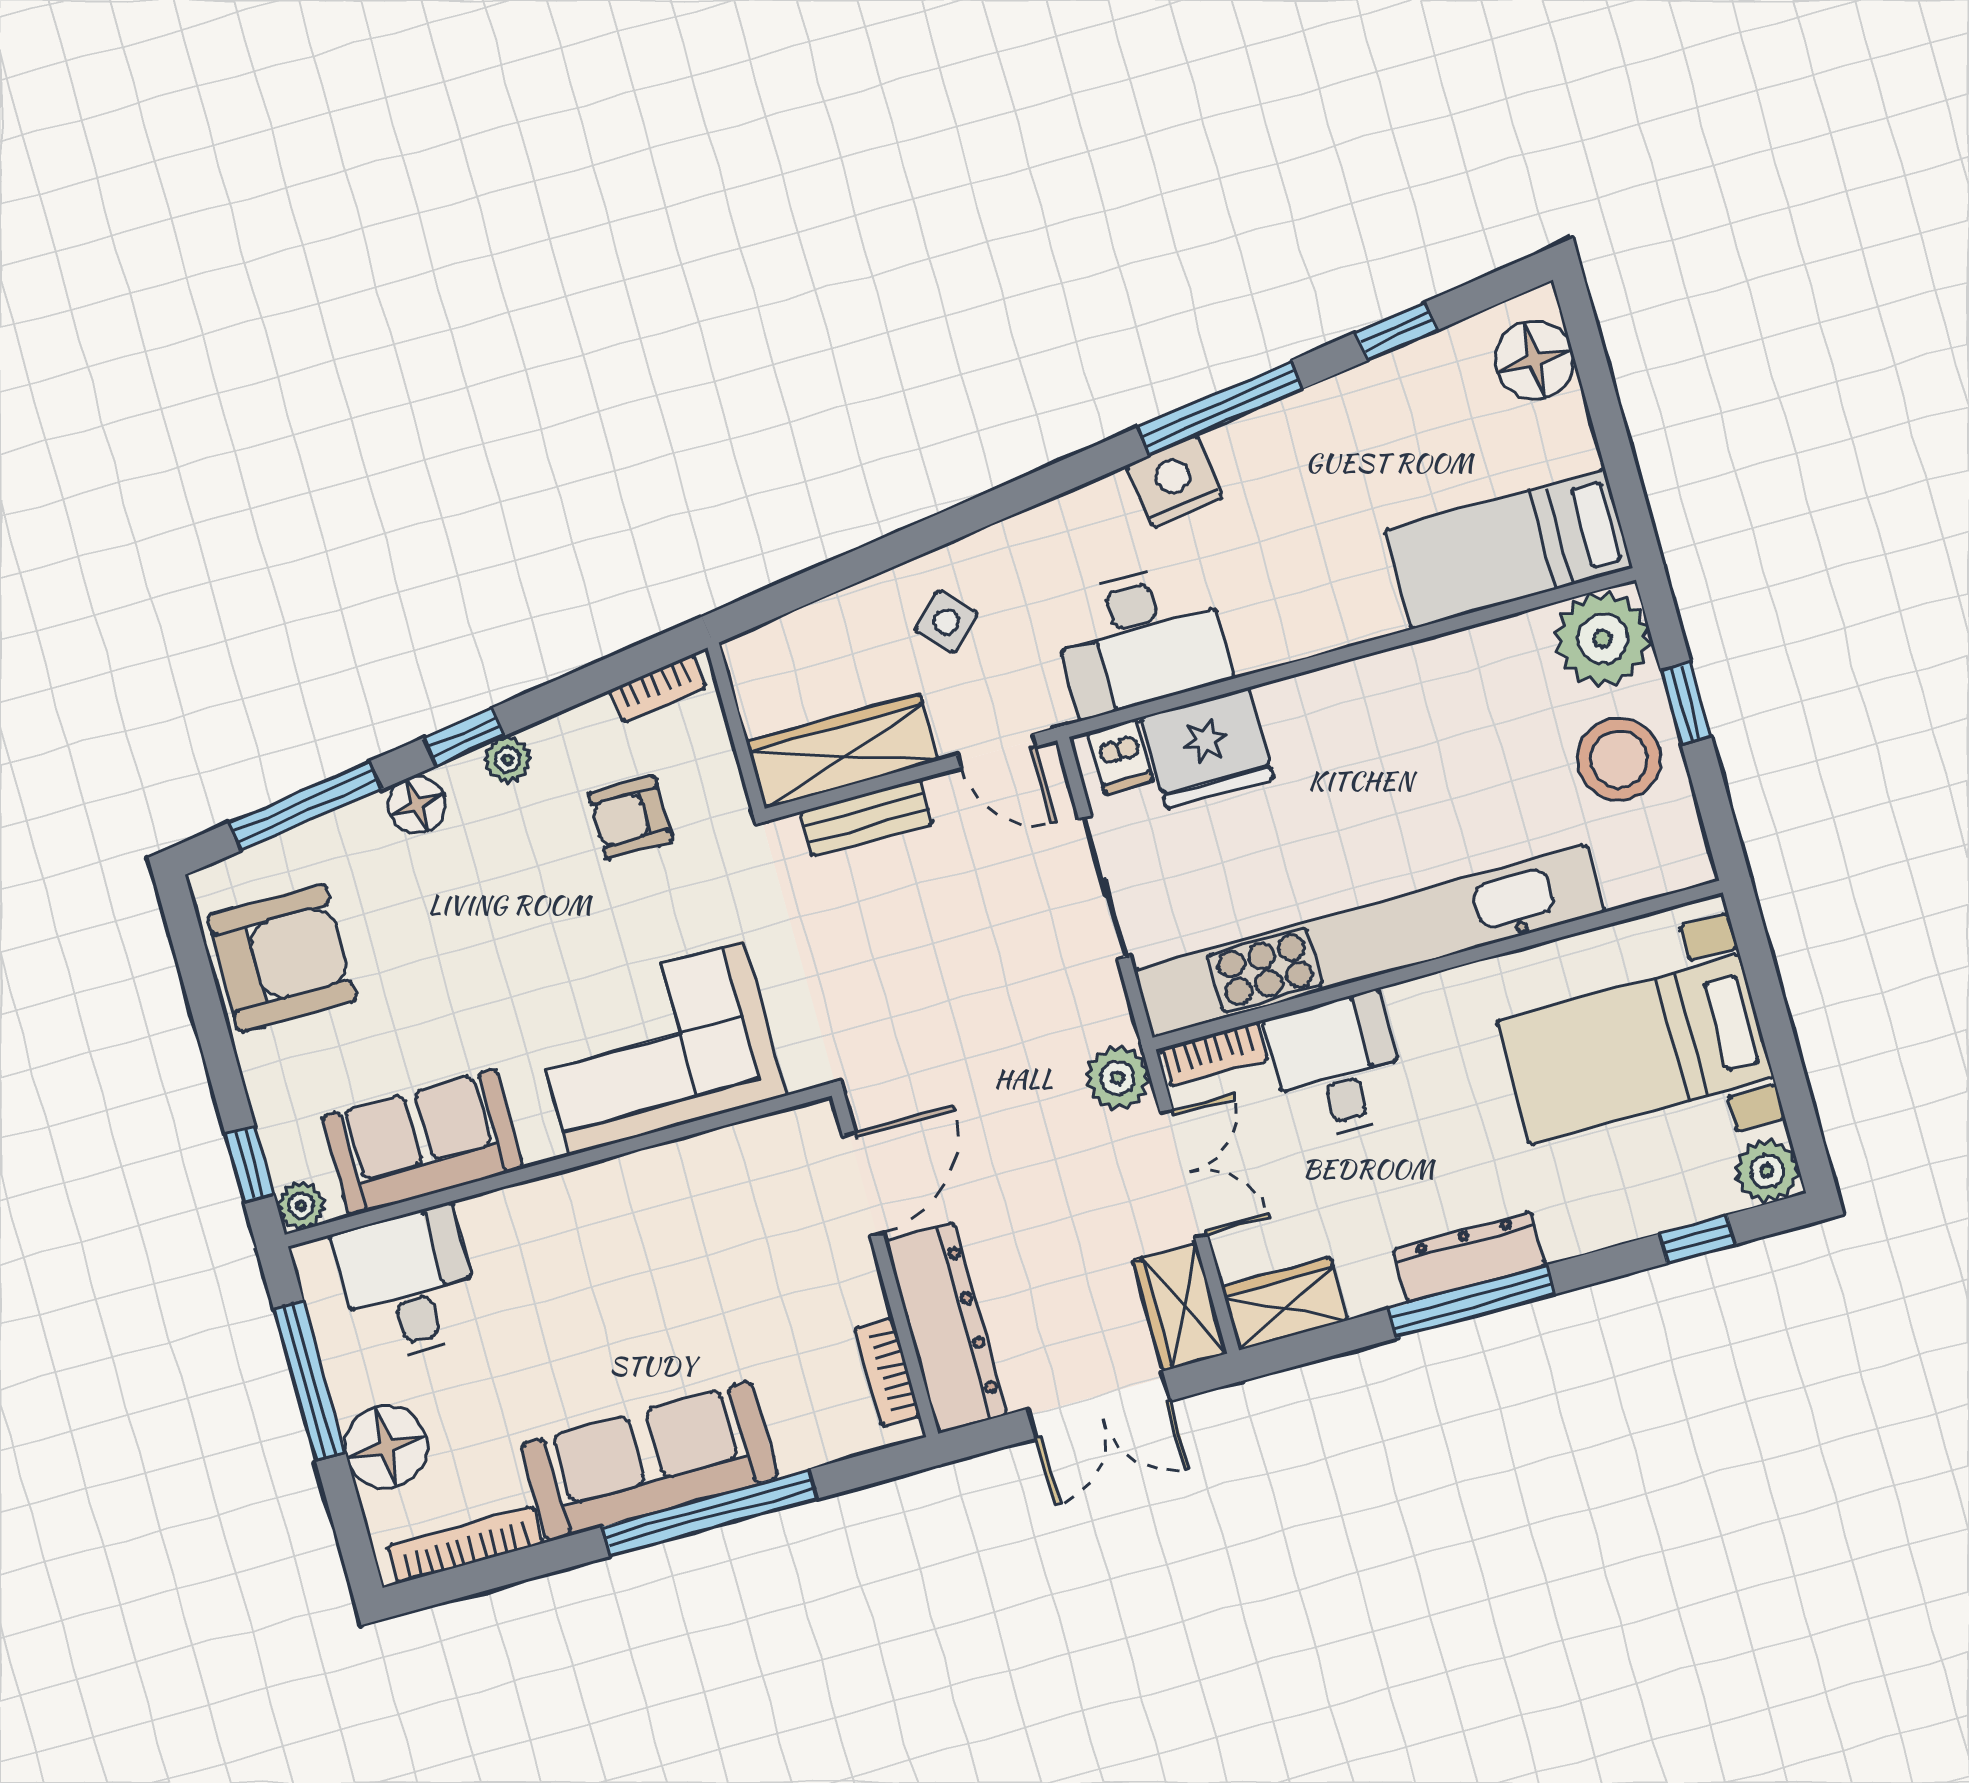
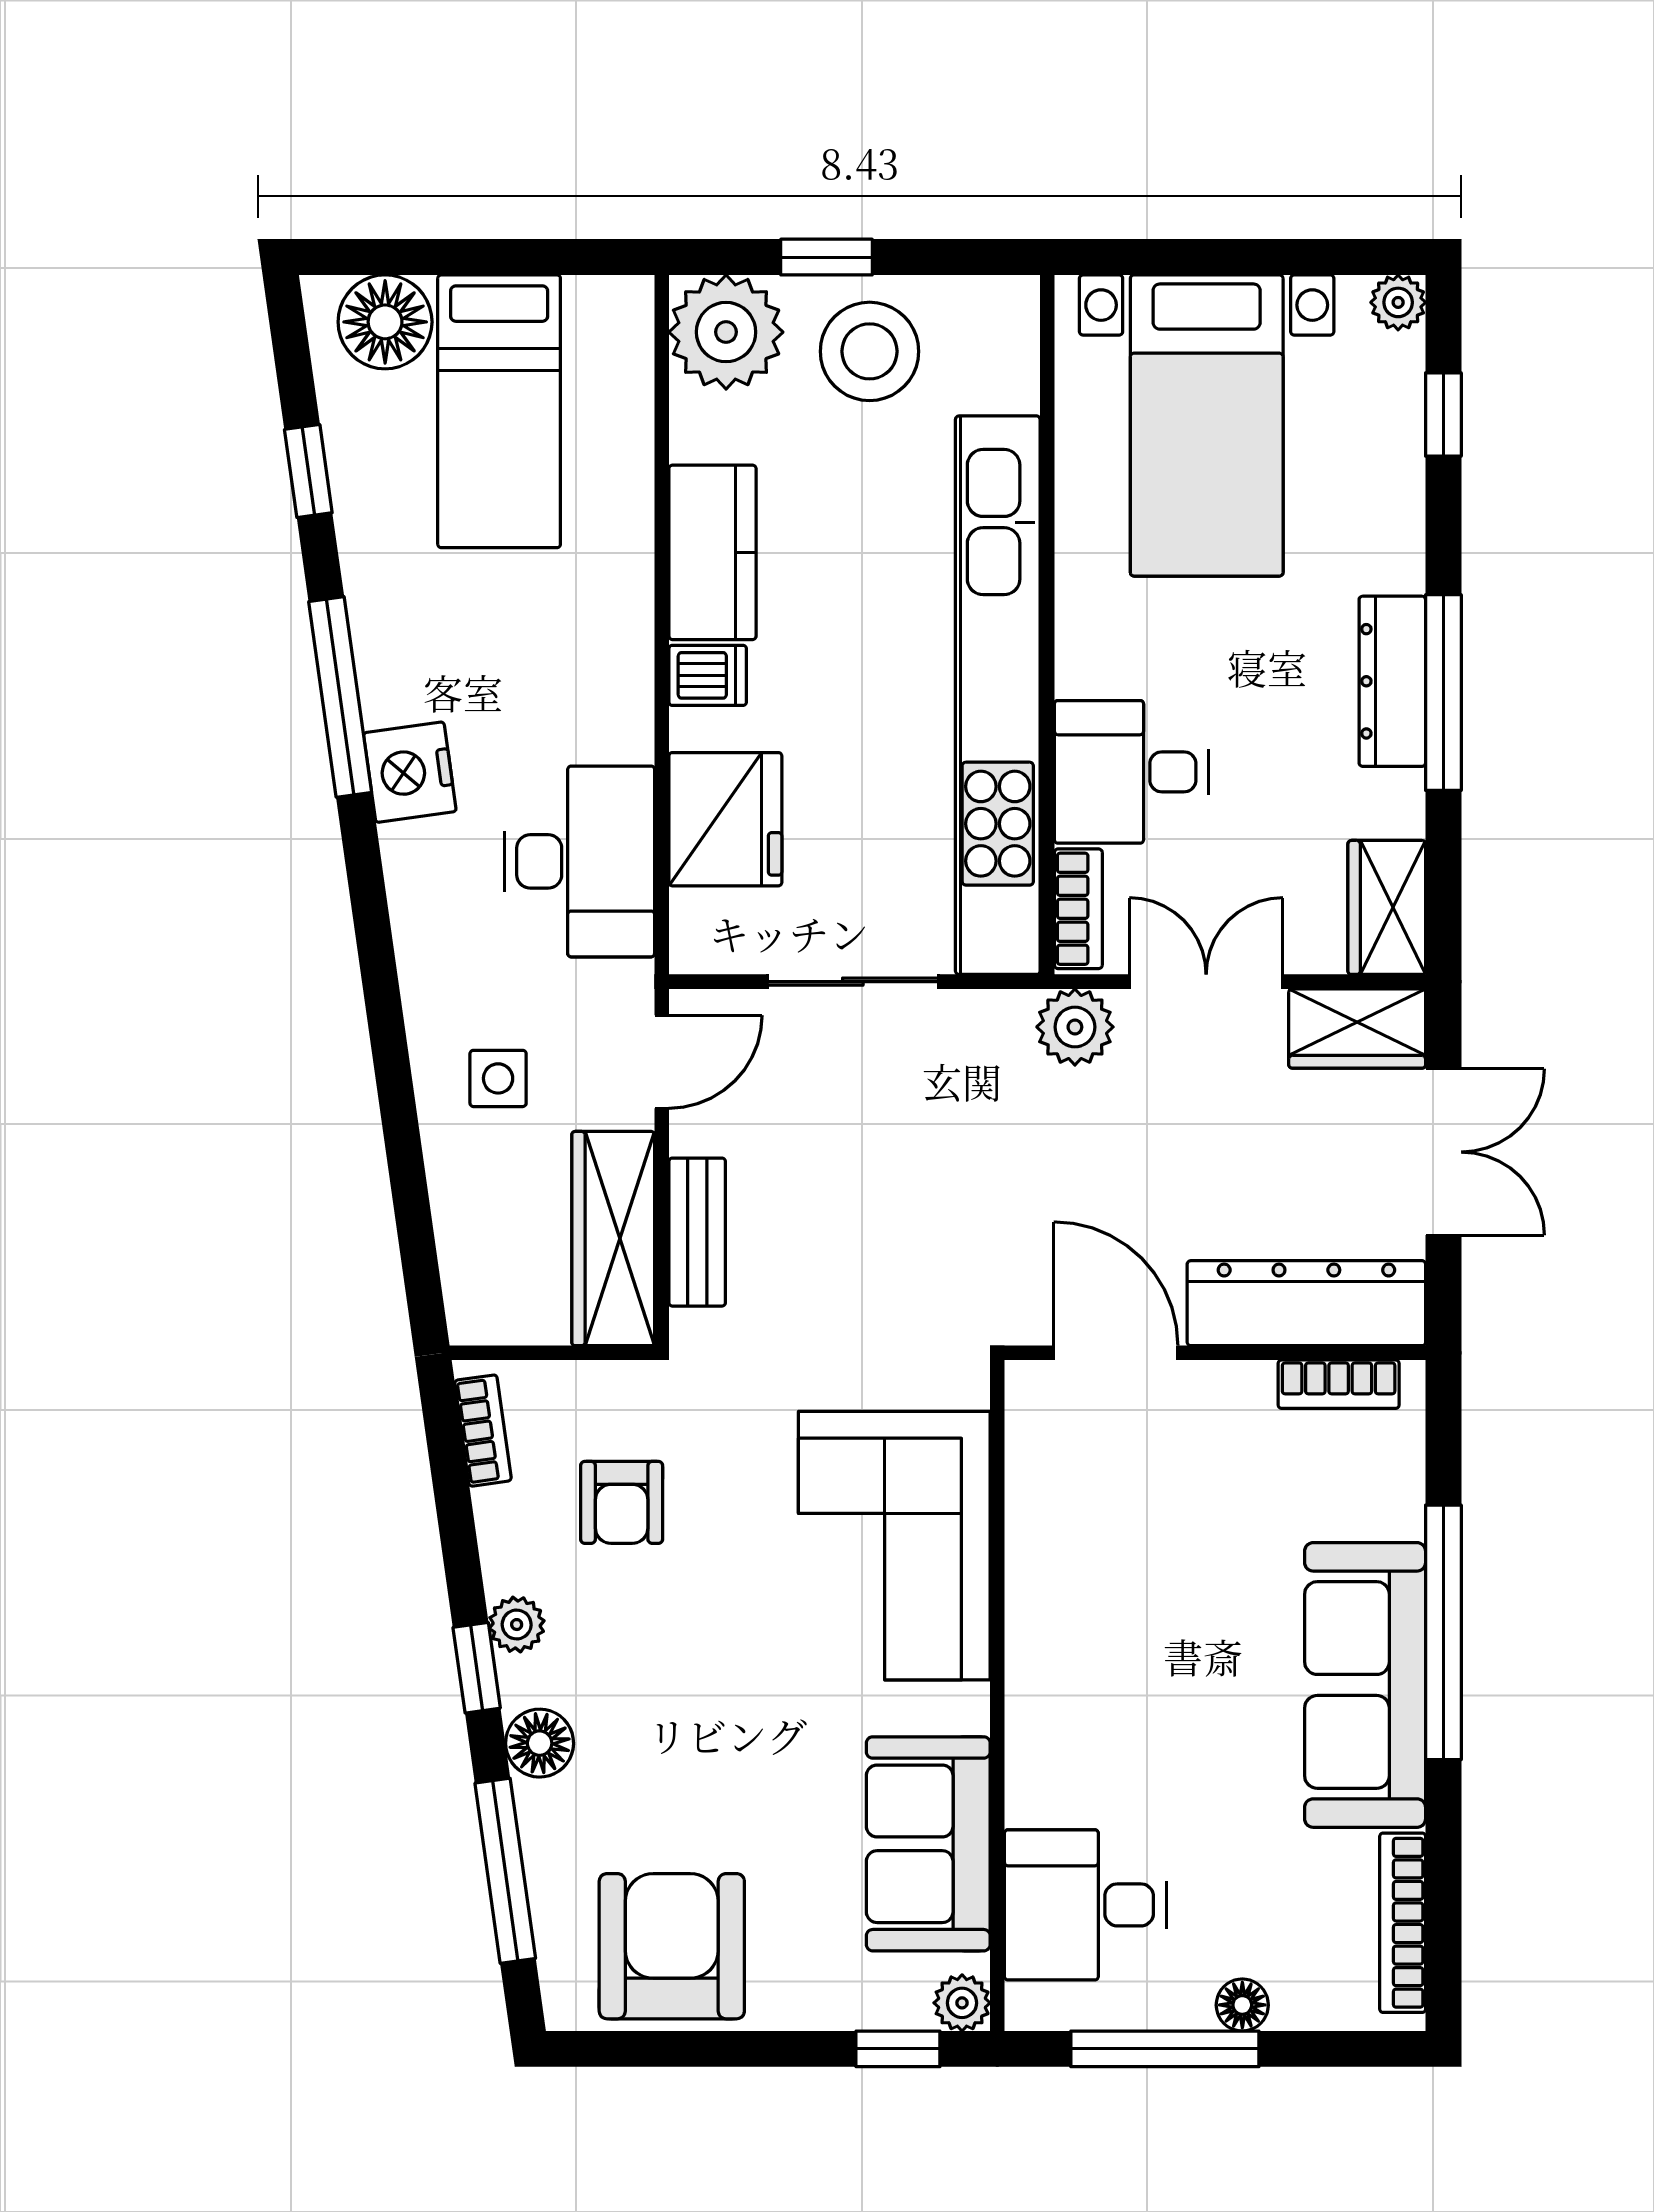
bed: (1509, 549) -> (499, 411), moved
side table: (946, 622) -> (498, 1078), turned 45
kitchen counter: (1421, 677) -> (713, 552), added
dishwasher: (1120, 757) -> (708, 675), moved
plant: (1767, 1171) -> (1398, 302), width x0.73, depth x0.73
floor lamp: (386, 1447) -> (1242, 2005), width x0.53, depth x0.53

